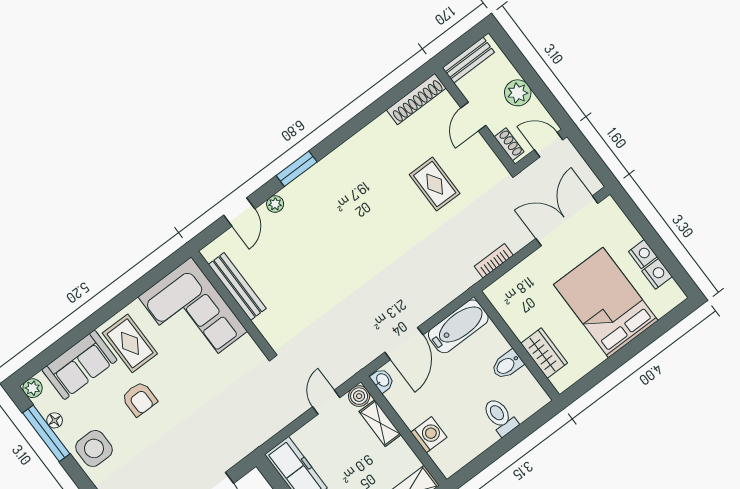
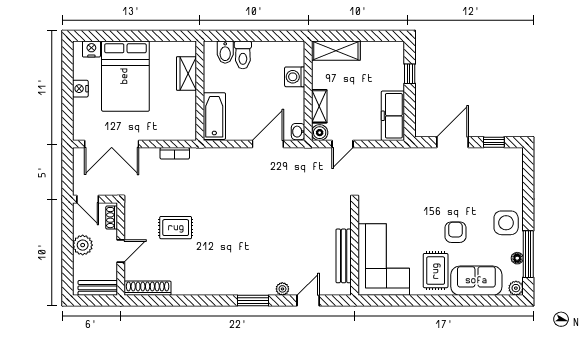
rug: (435, 184) -> (176, 228), turned 90
nightstand: (657, 274) -> (91, 49), moved, turned 90
bathtub: (458, 326) -> (214, 116), moved, turned 90
bidet: (507, 365) -> (225, 52), moved, turned 90

